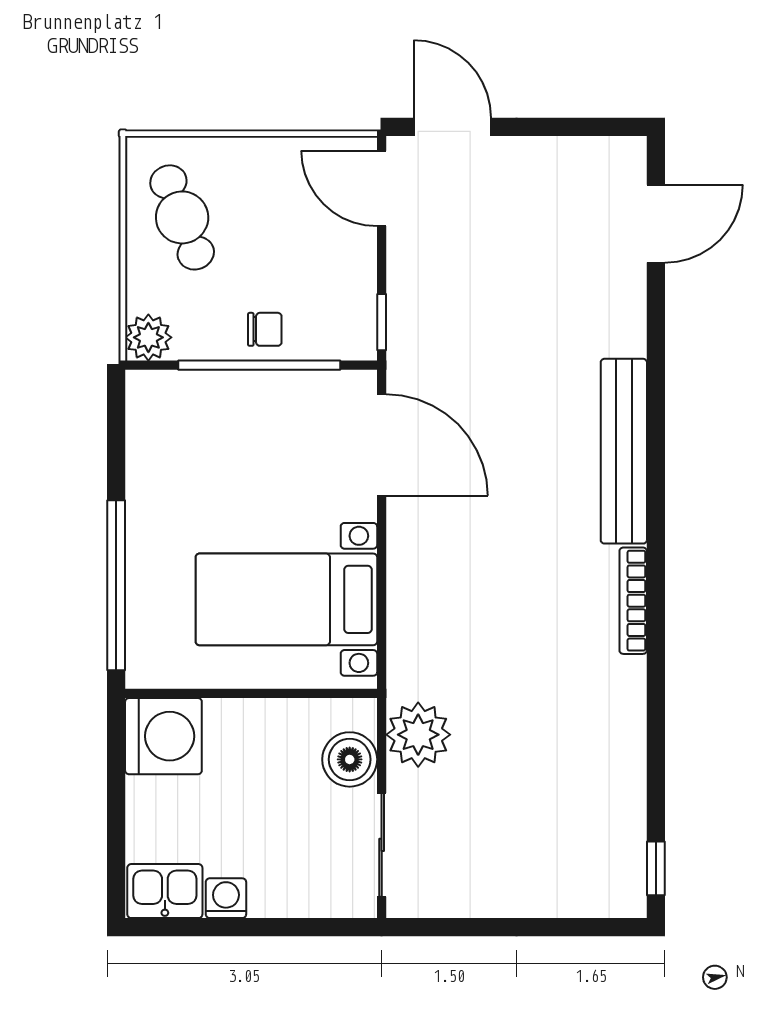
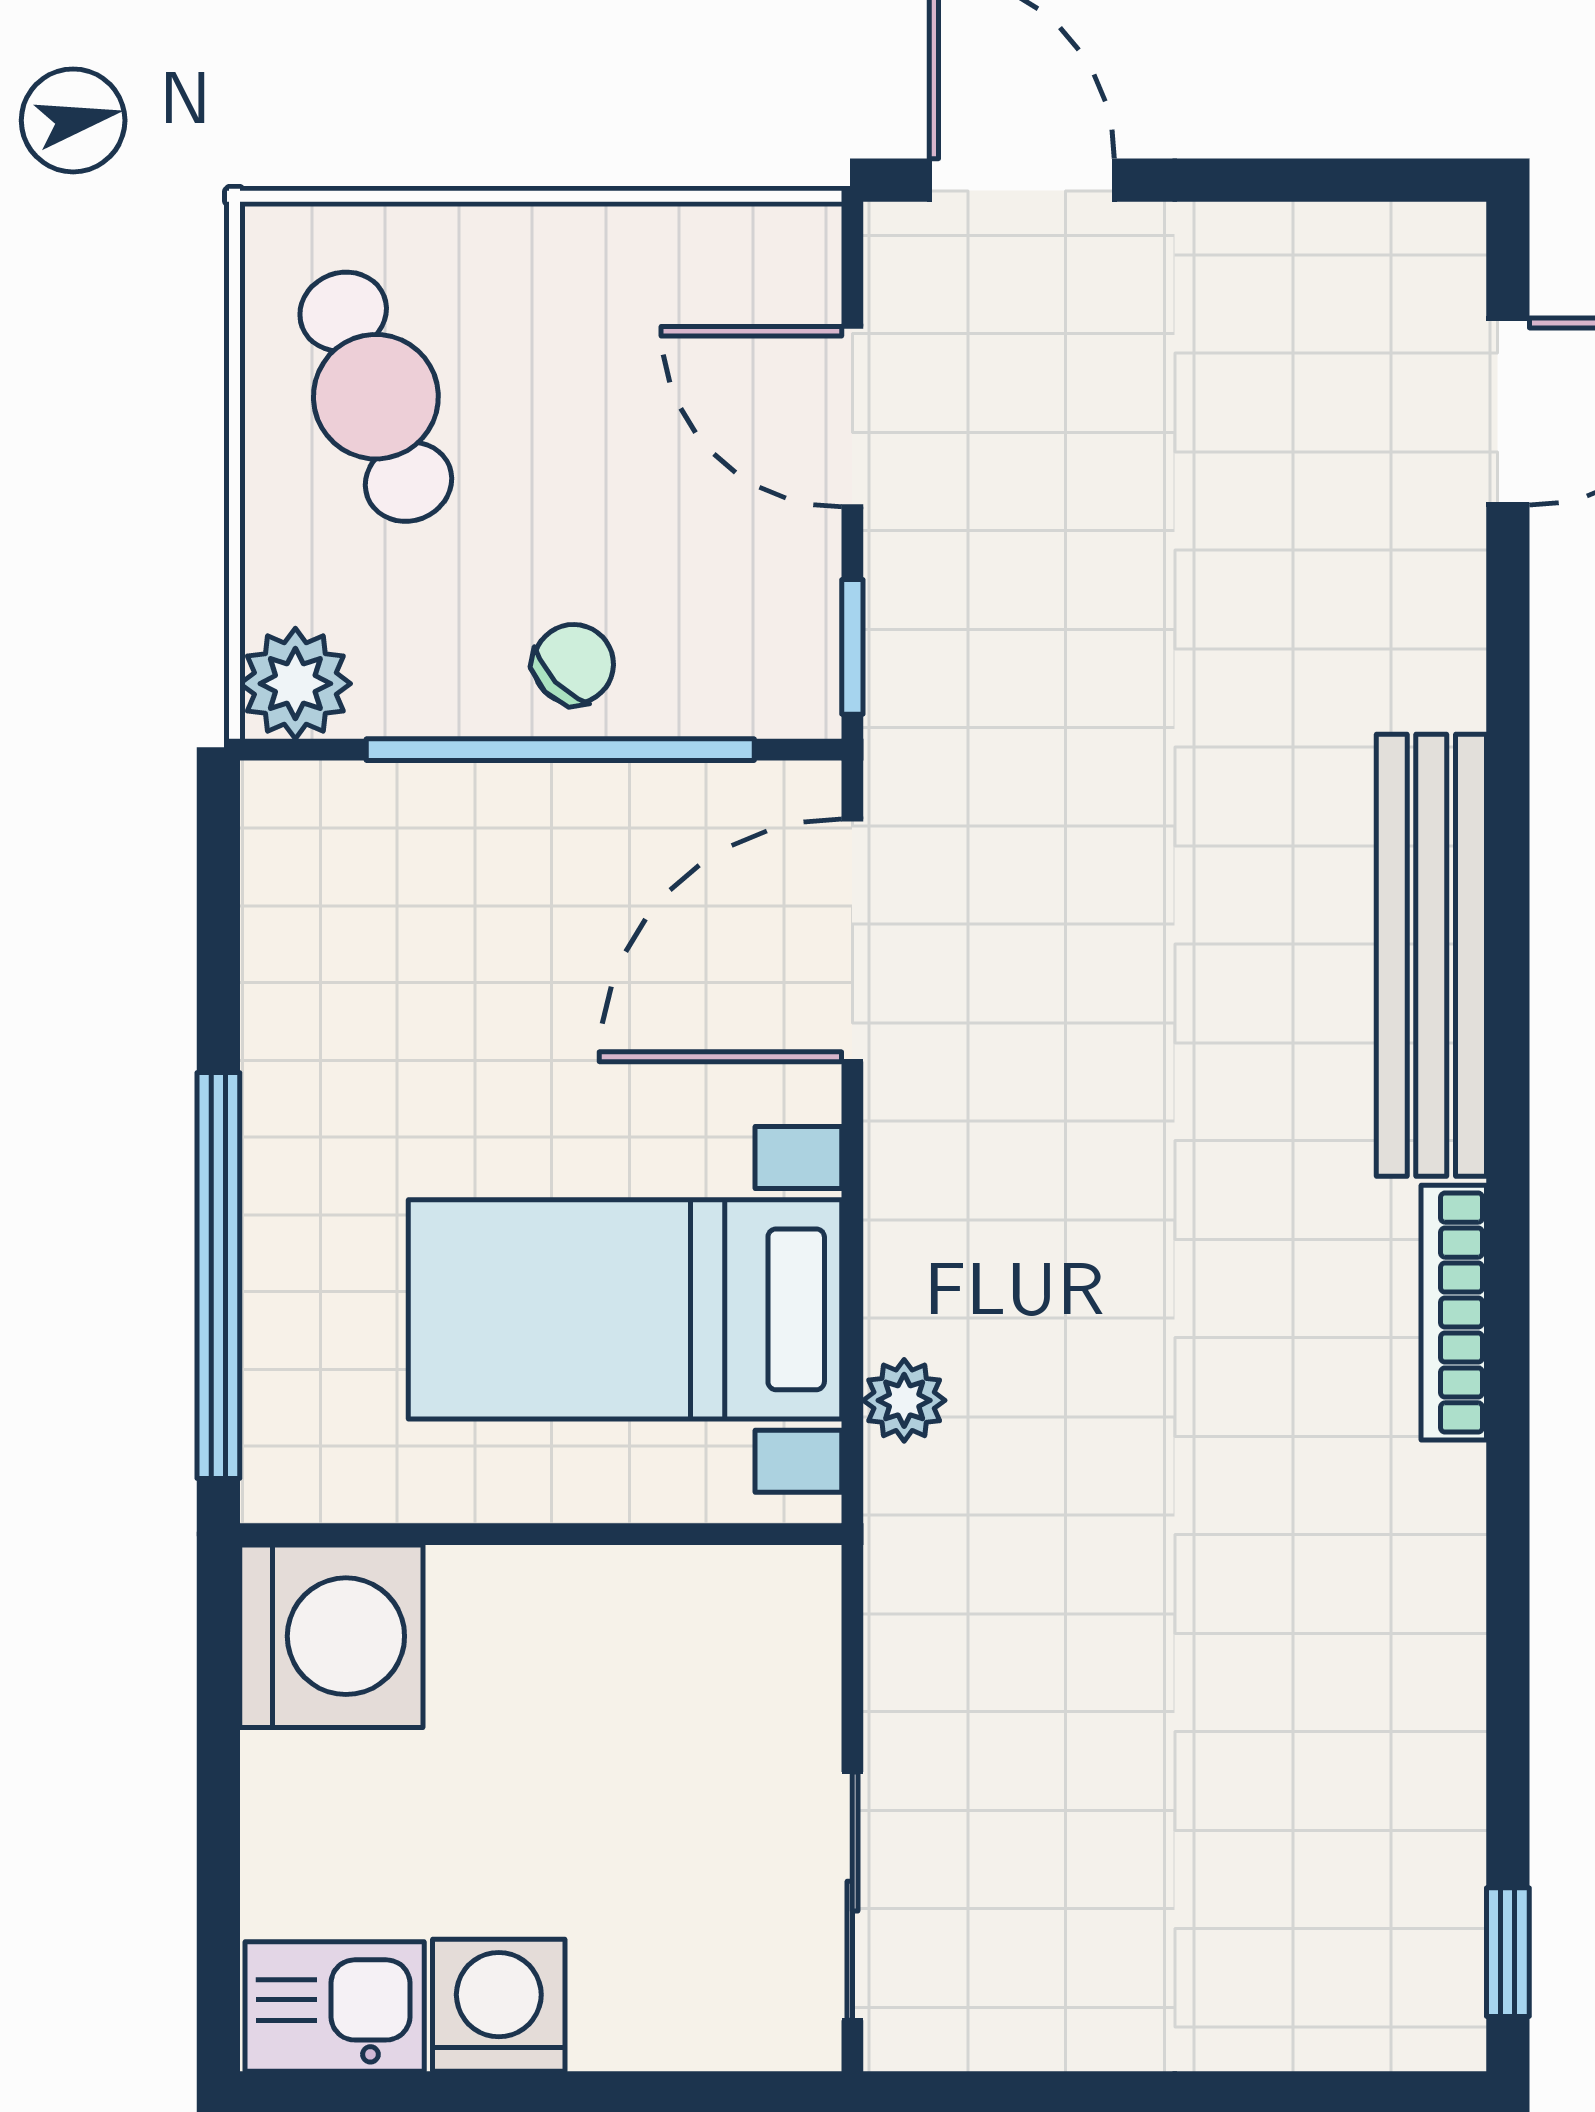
door: (382, 188) -> (852, 417), moved
chair: (265, 329) -> (573, 664), turned -44
door: (382, 445) -> (852, 940), swing flipped
plant: (418, 735) -> (904, 1400), moved, width x0.53, depth x0.53
boiler: (350, 759) -> (776, 1692), removed
washing machine: (226, 898) -> (499, 2005), width x1.38, depth x1.38

